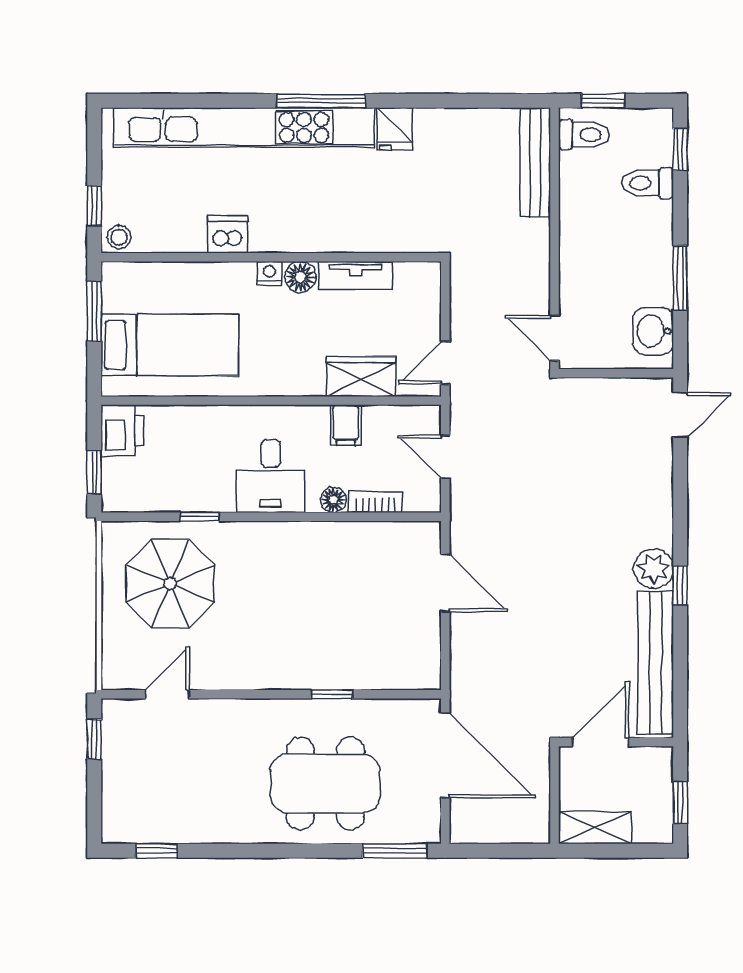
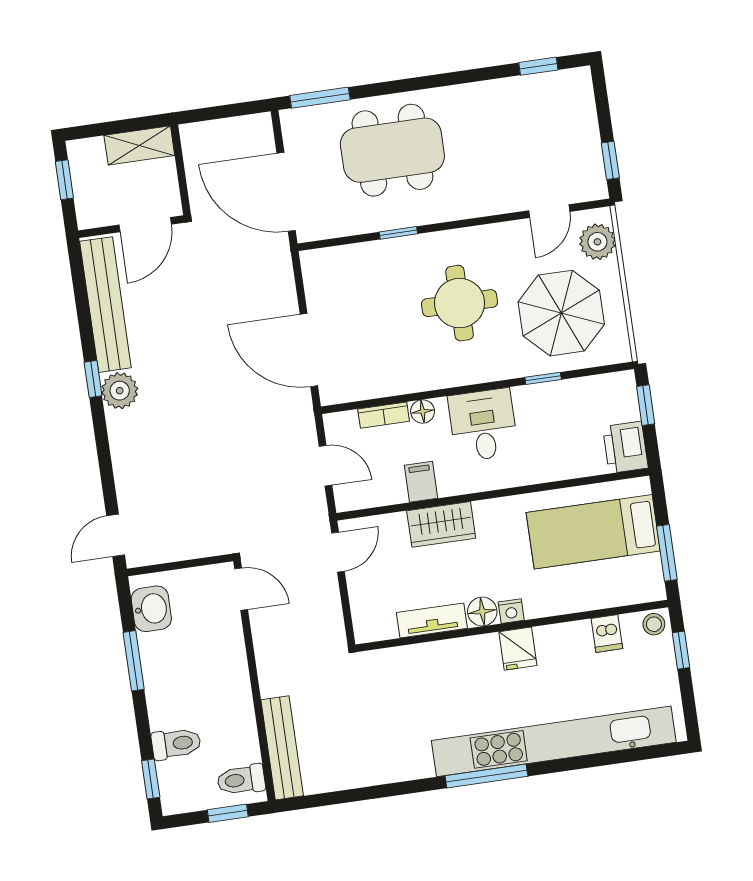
fridge: (395, 129) -> (518, 649), moved, turned 180
dishwasher: (228, 234) -> (607, 633), moved, width x0.73
wardrobe: (361, 376) -> (441, 524), moved
door: (445, 583) -> (309, 350), width x1.36
round table: (277, 610) -> (460, 303), added
plant: (120, 654) -> (597, 242), added

